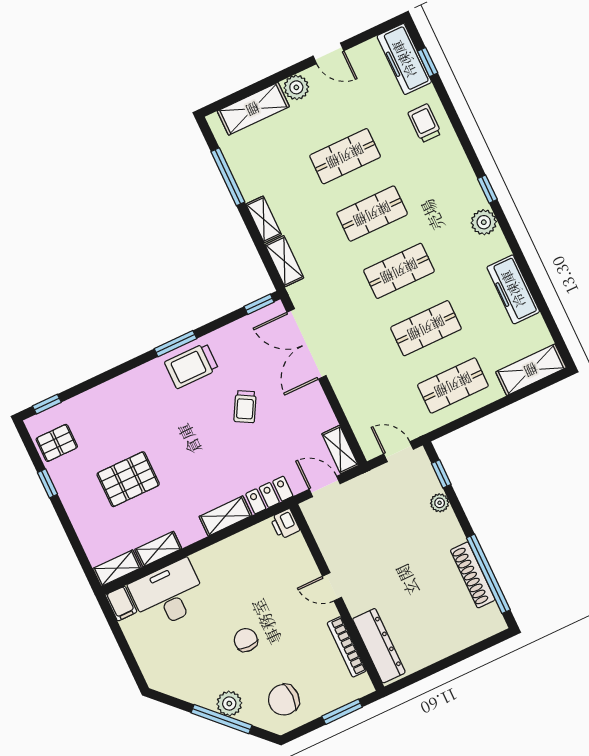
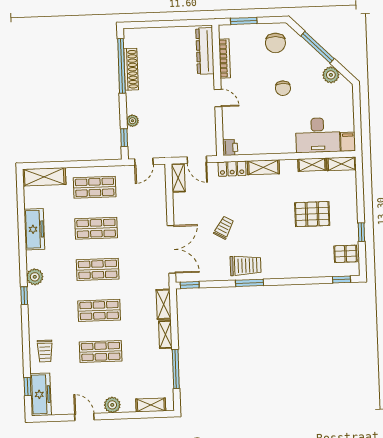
shelving: (253, 109) -> (151, 405), width x0.67, depth x0.75
door: (399, 452) -> (144, 162), hinge flipped
chair: (284, 700) -> (275, 43), turned 92
plant: (229, 704) -> (331, 75), moved

